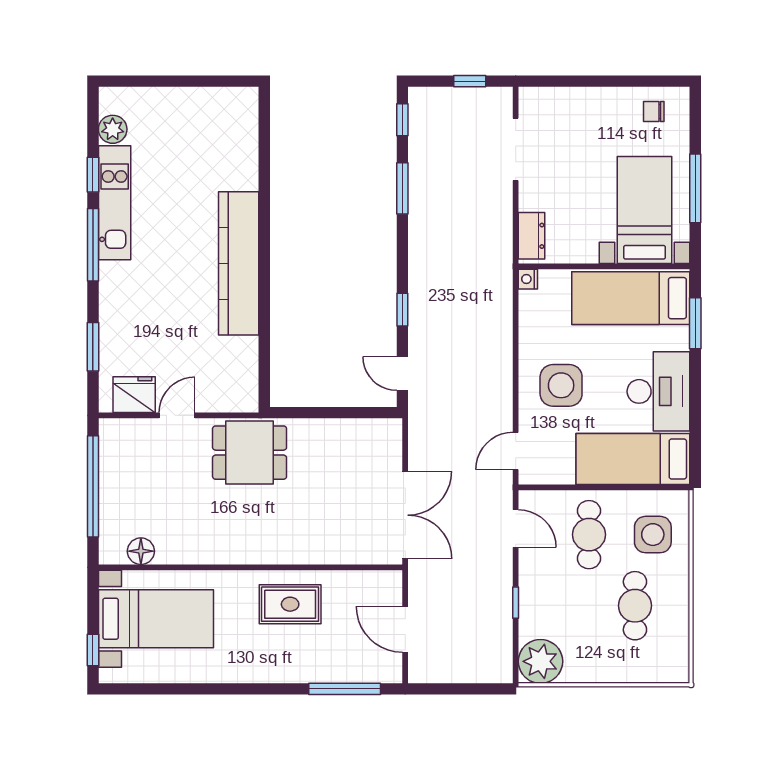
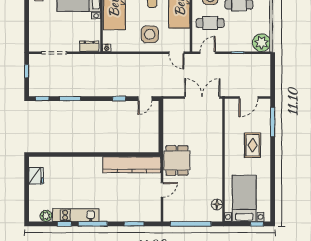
kitchen counter: (239, 263) -> (132, 165), moved
fridge: (134, 395) -> (36, 176), moved, turned 180
door: (177, 415) -> (162, 190), swing flipped
rug: (290, 604) -> (252, 145), moved

